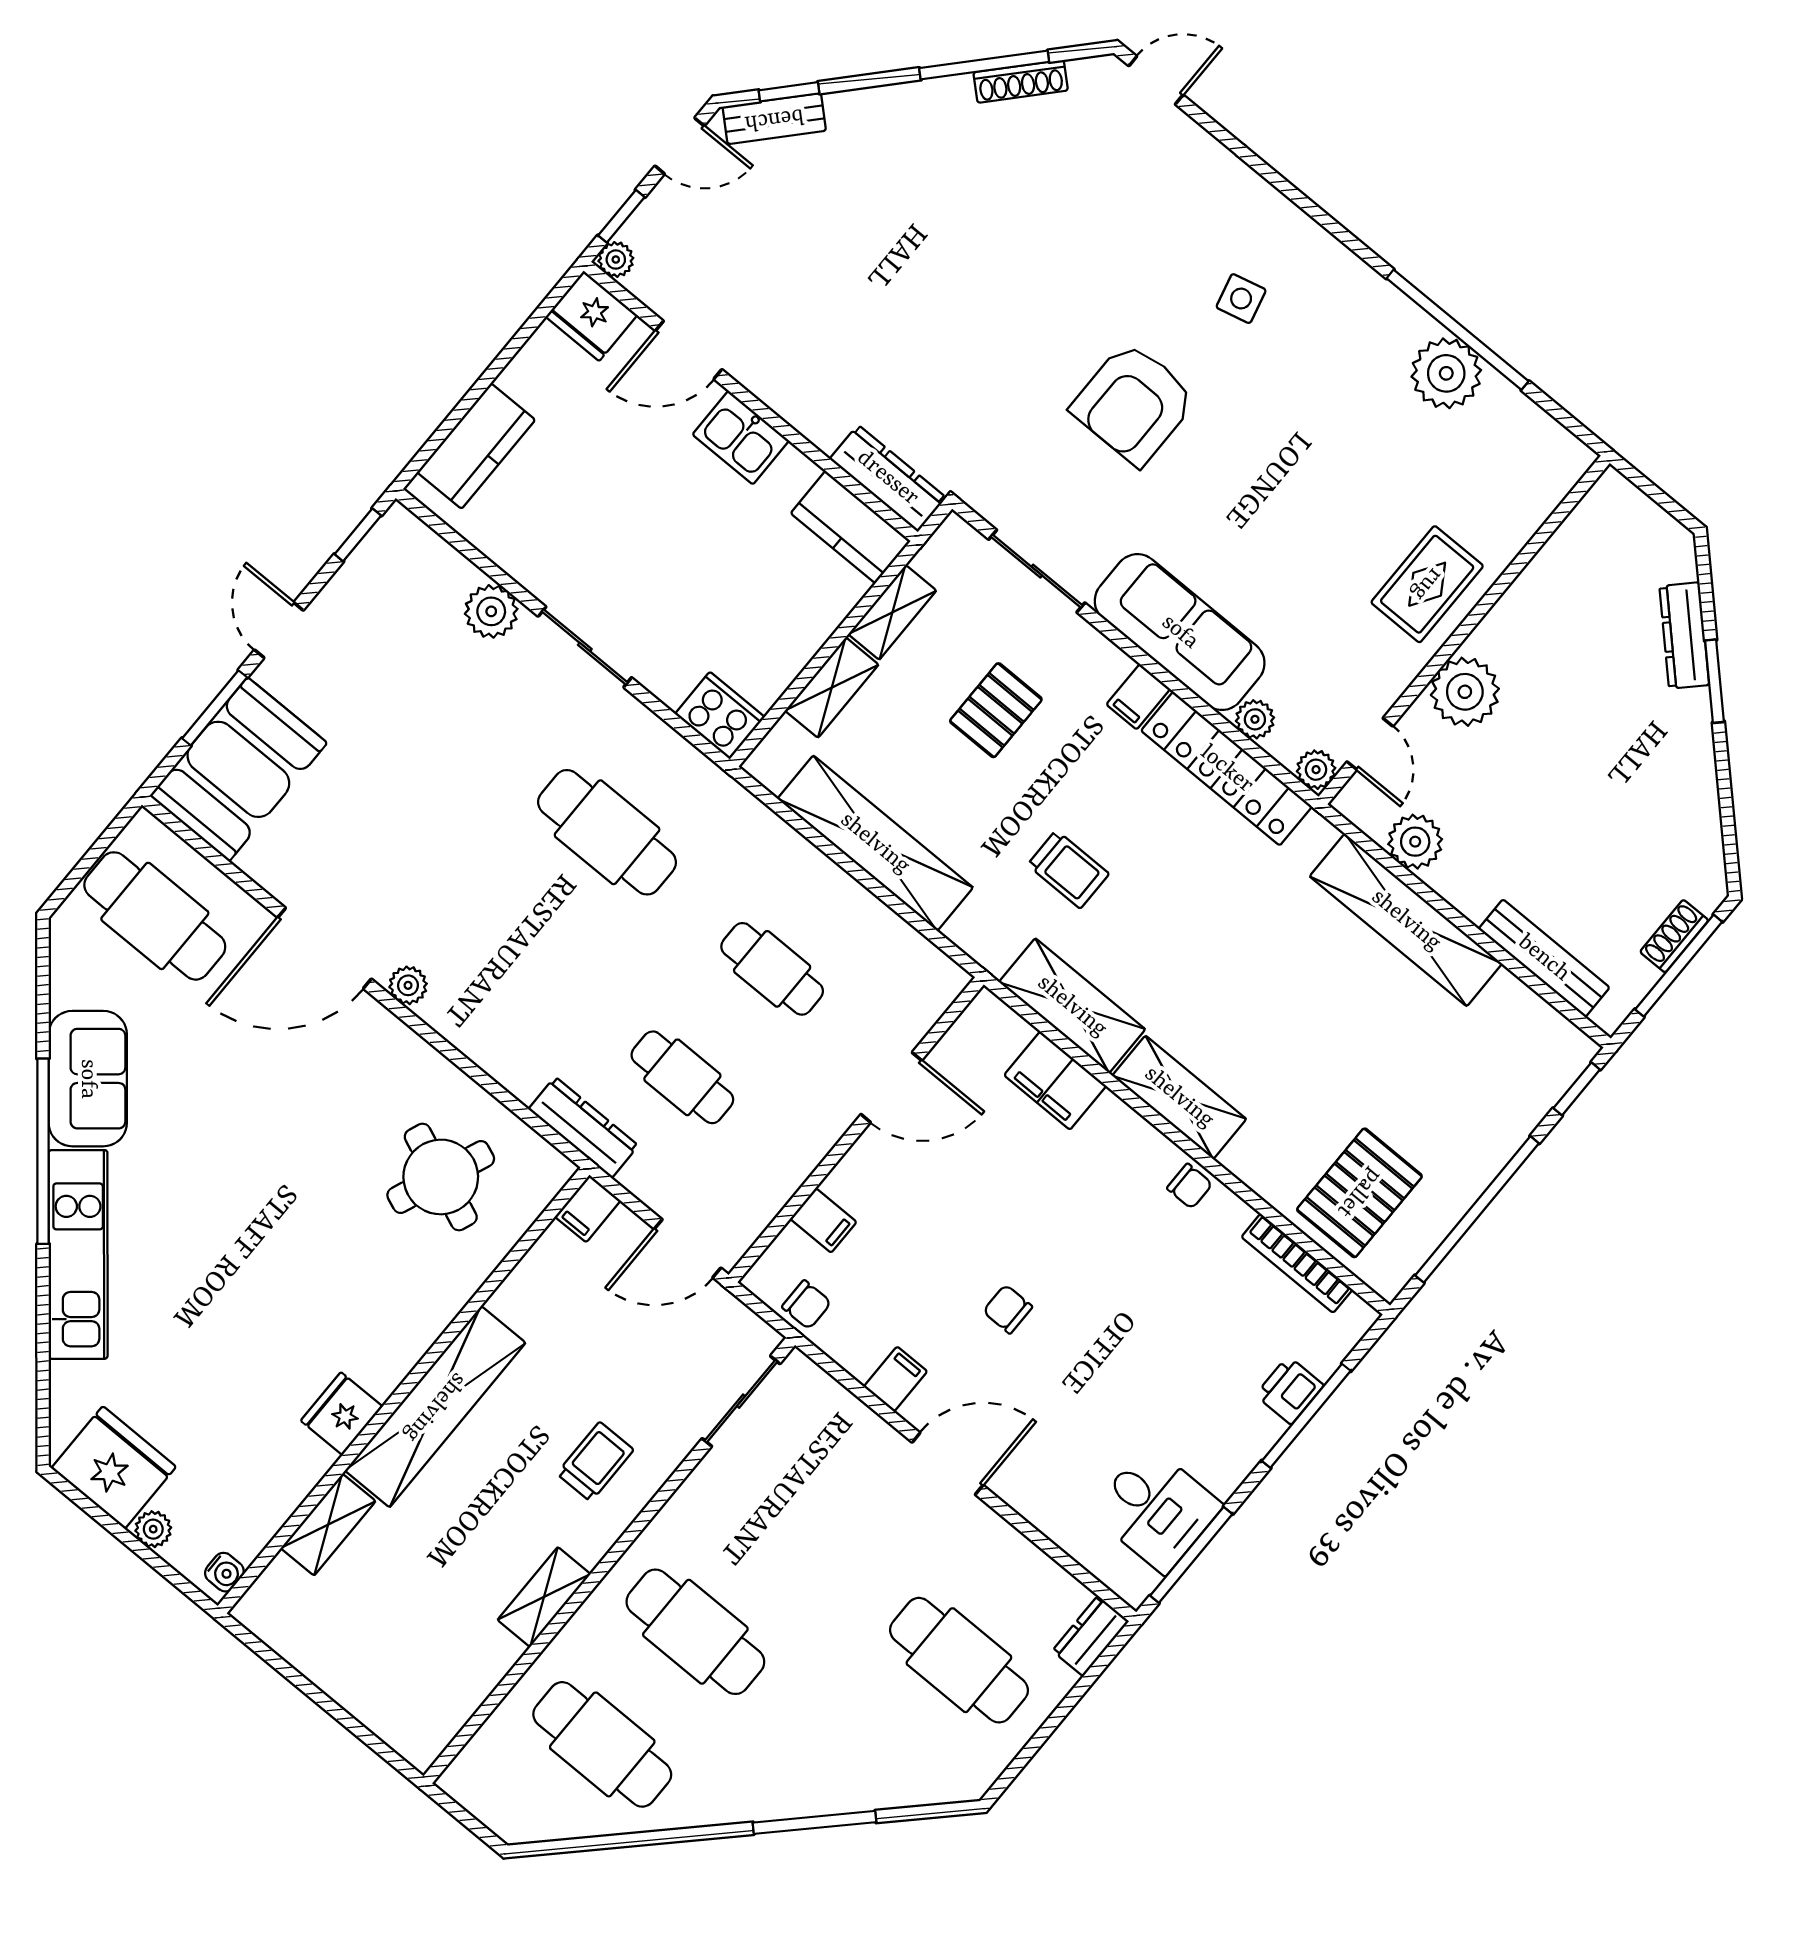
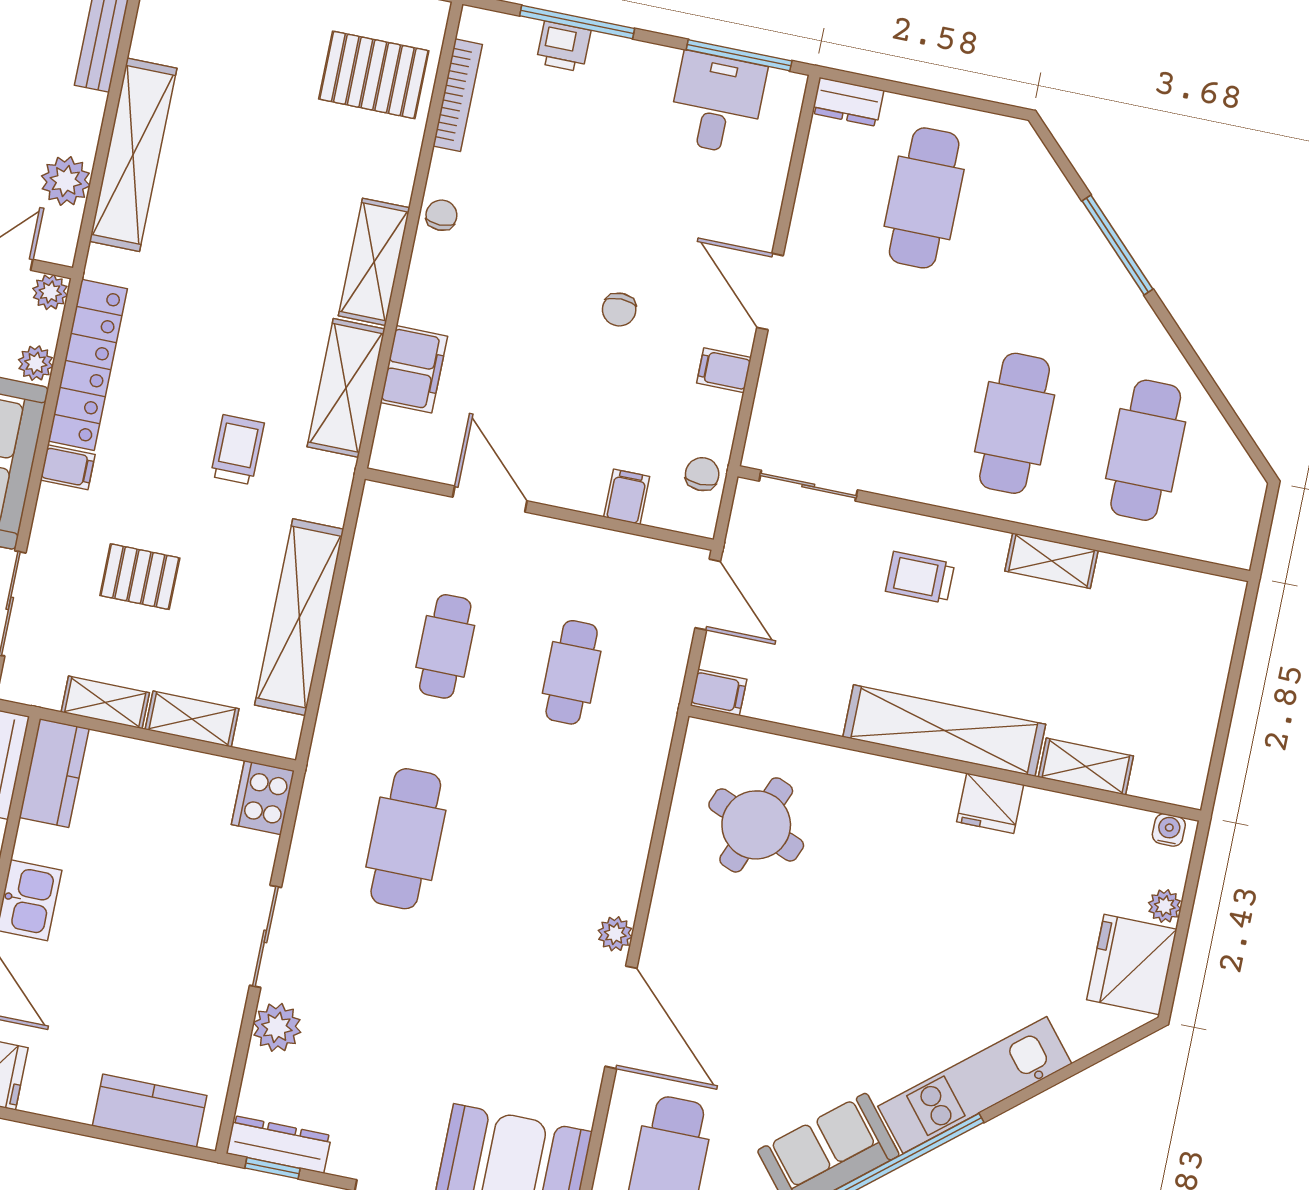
dresser: (583, 1127) -> (279, 1144), moved, turned 90

